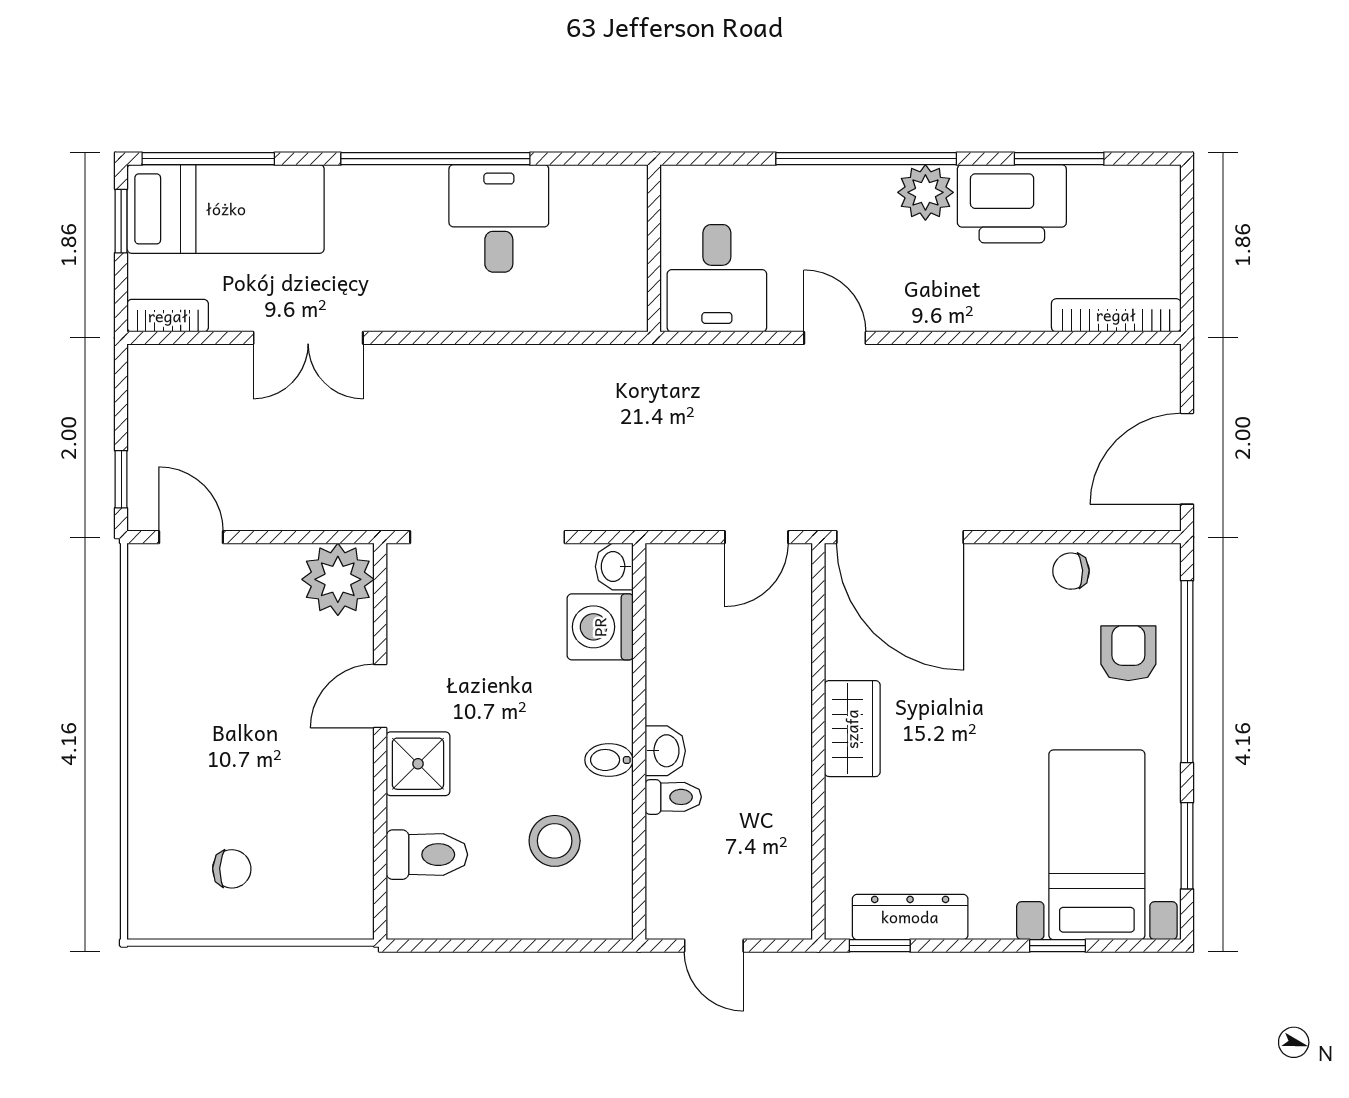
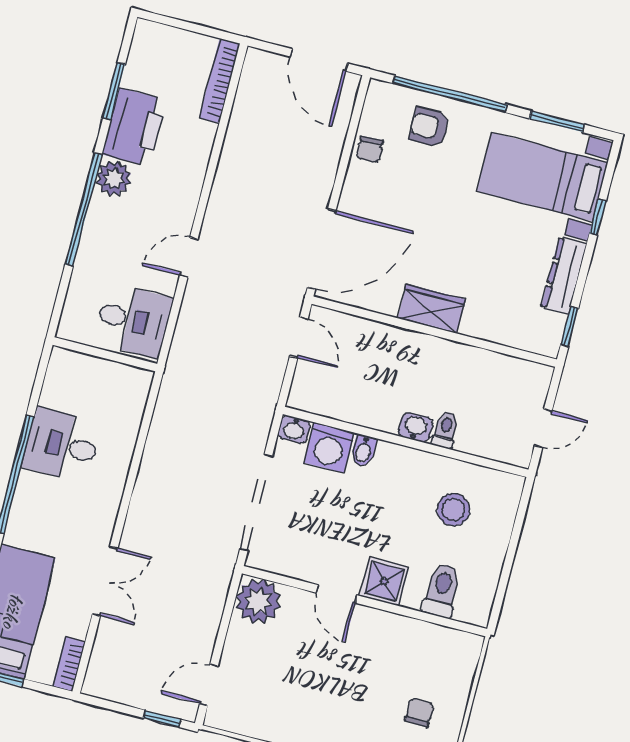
bidet: (609, 760) -> (363, 451), moved
dresser: (910, 917) -> (564, 276), moved

